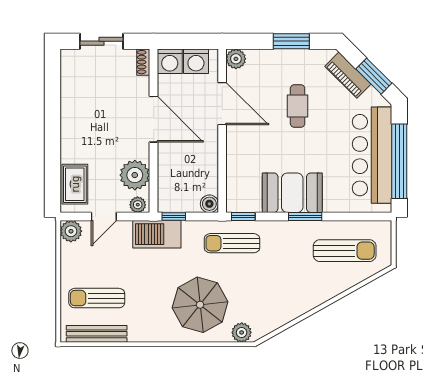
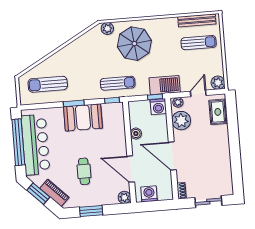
washing machine: (170, 61) -> (158, 107), moved, turned 180
boiler: (209, 204) -> (136, 134), moved

